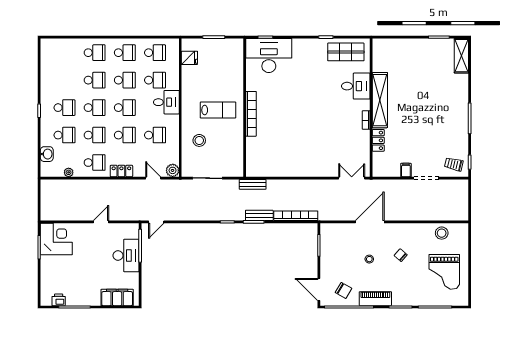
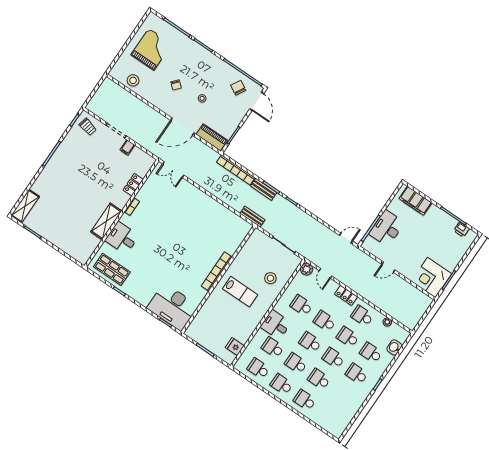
shelving: (380, 100) -> (106, 221), width x0.68
lab bench: (218, 110) -> (240, 292), turned 180
piano: (375, 299) -> (212, 137), moved, turned 180

